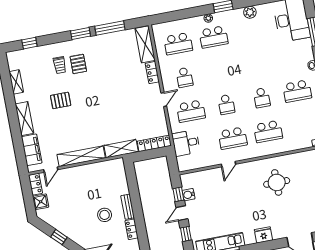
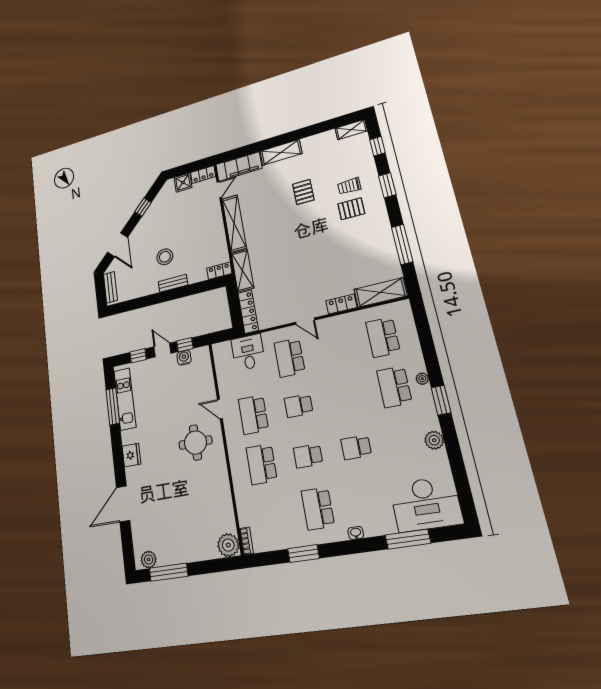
window: (80, 34) -> (387, 185), moved
school desk: (184, 77) -> (356, 447), moved
shelving: (16, 82) -> (351, 130), moved
door: (51, 170) -> (219, 190), swing flipped
round table: (277, 182) -> (195, 443), moved
locker: (132, 229) -> (219, 271), moved

